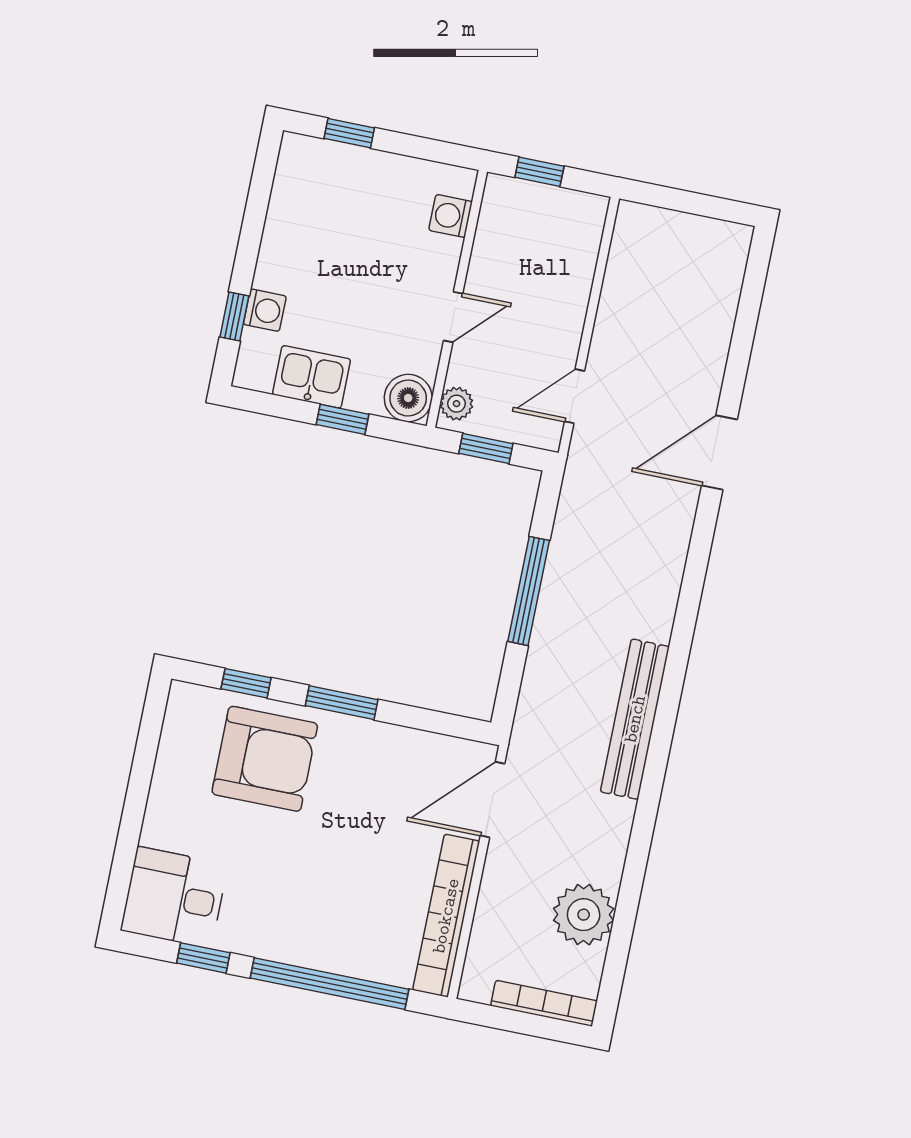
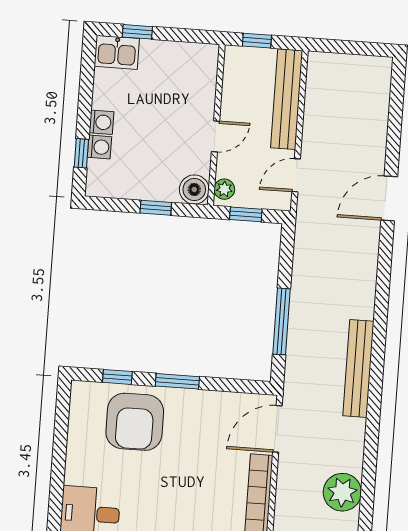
washing machine: (451, 216) -> (101, 122), moved, turned 180
bench: (575, 272) -> (287, 99), added
kitchen sink: (312, 377) -> (117, 52), moved, turned 180
window: (529, 591) -> (282, 321), moved
armchair: (265, 759) -> (135, 422), turned 90

